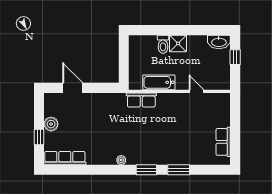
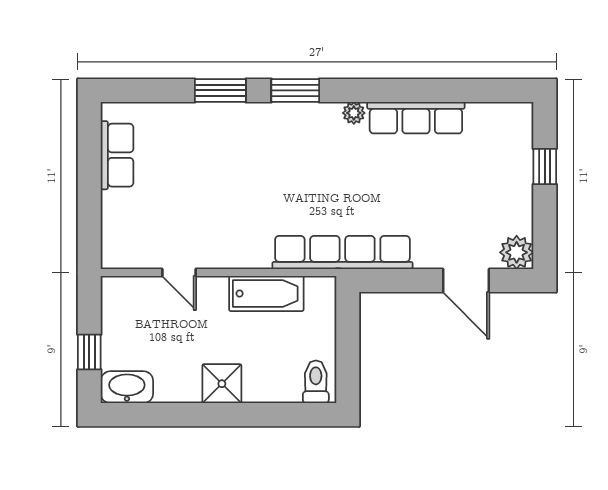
toilet: (163, 44) -> (316, 382), moved
row of seats: (141, 100) -> (342, 252), width x2.02
plant: (51, 124) -> (517, 252), moved
row of seats: (65, 158) -> (416, 118), moved

